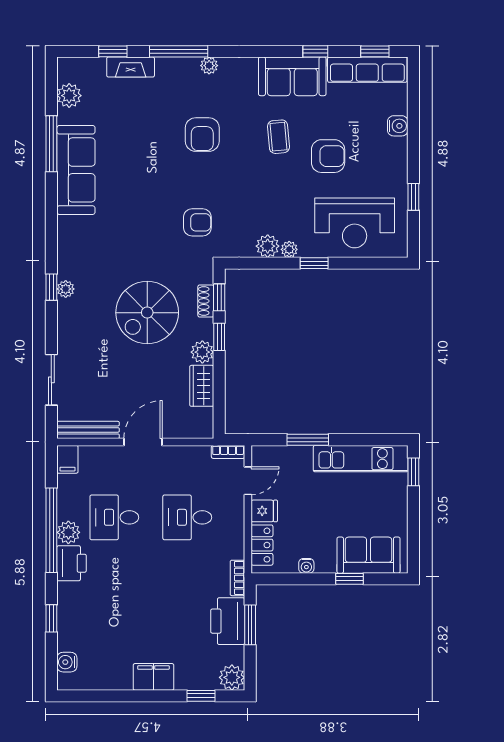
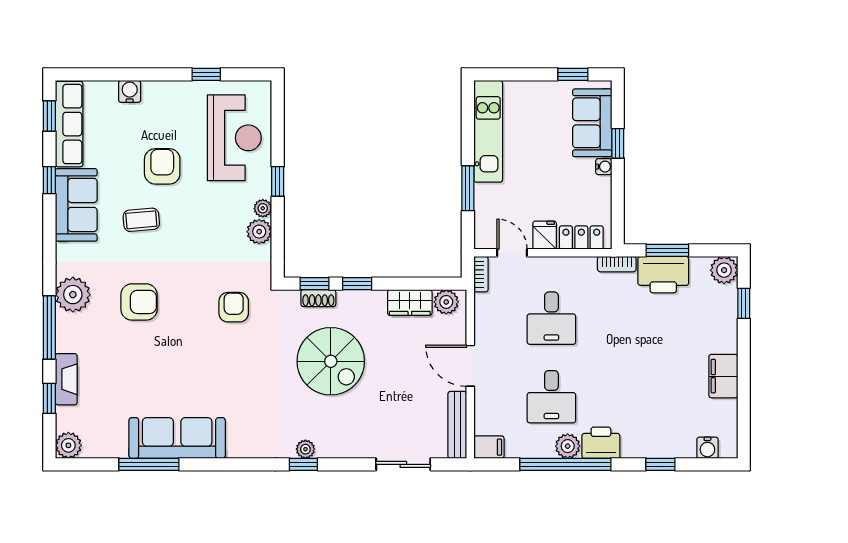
plant: (209, 66) -> (73, 295), width x1.88, depth x1.88
plant: (69, 96) -> (68, 445), moved
plant: (202, 352) -> (446, 302), moved
window: (413, 472) -> (573, 74), moved
water cooler: (306, 566) -> (604, 167), moved
filing cabinet: (153, 677) -> (723, 376), moved

